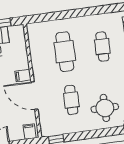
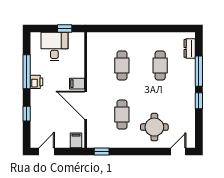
cafe table: (65, 52) -> (122, 65), width x0.73, depth x0.74

